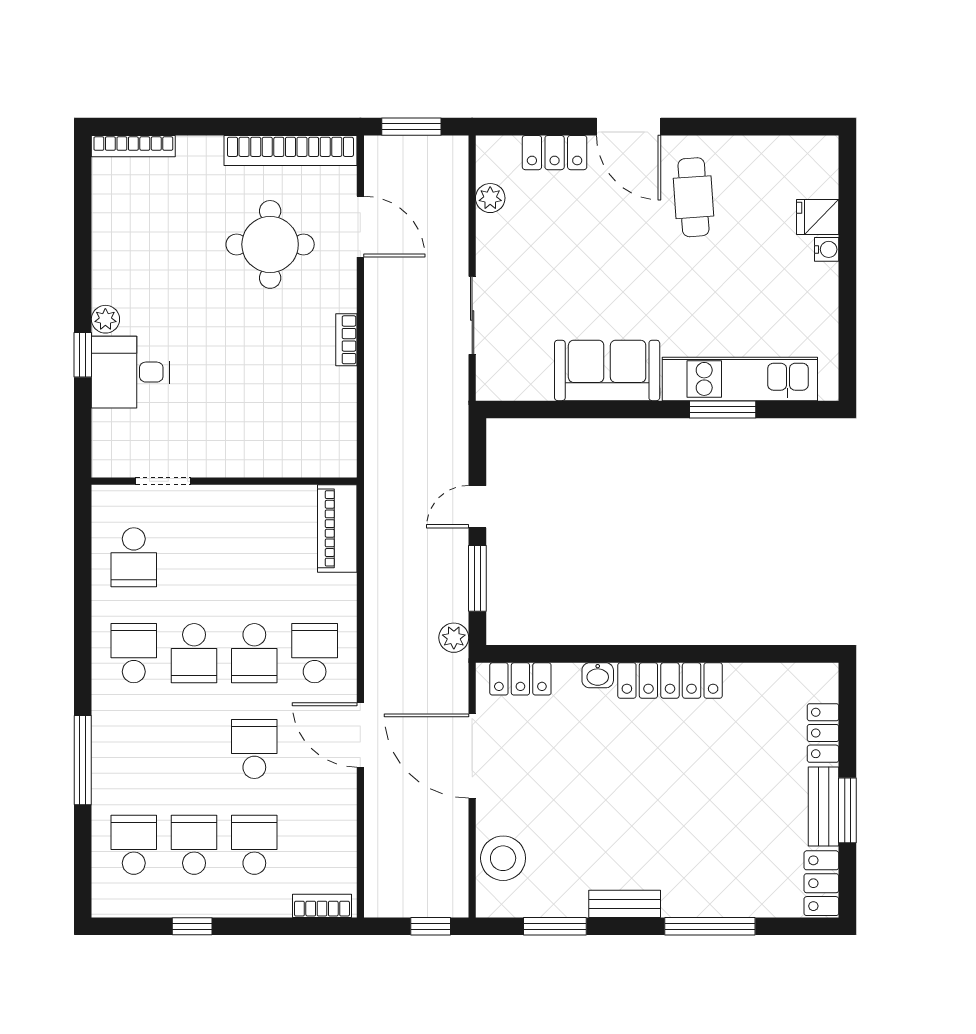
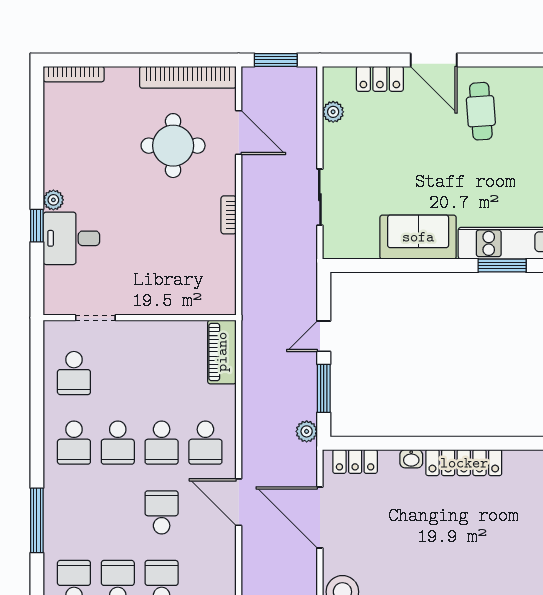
school desk: (134, 653) -> (74, 443), turned 180
school desk: (315, 653) -> (205, 443), turned 180

